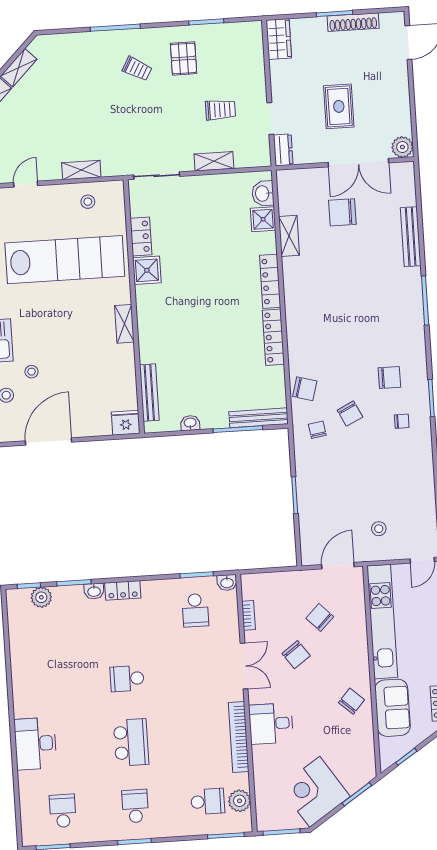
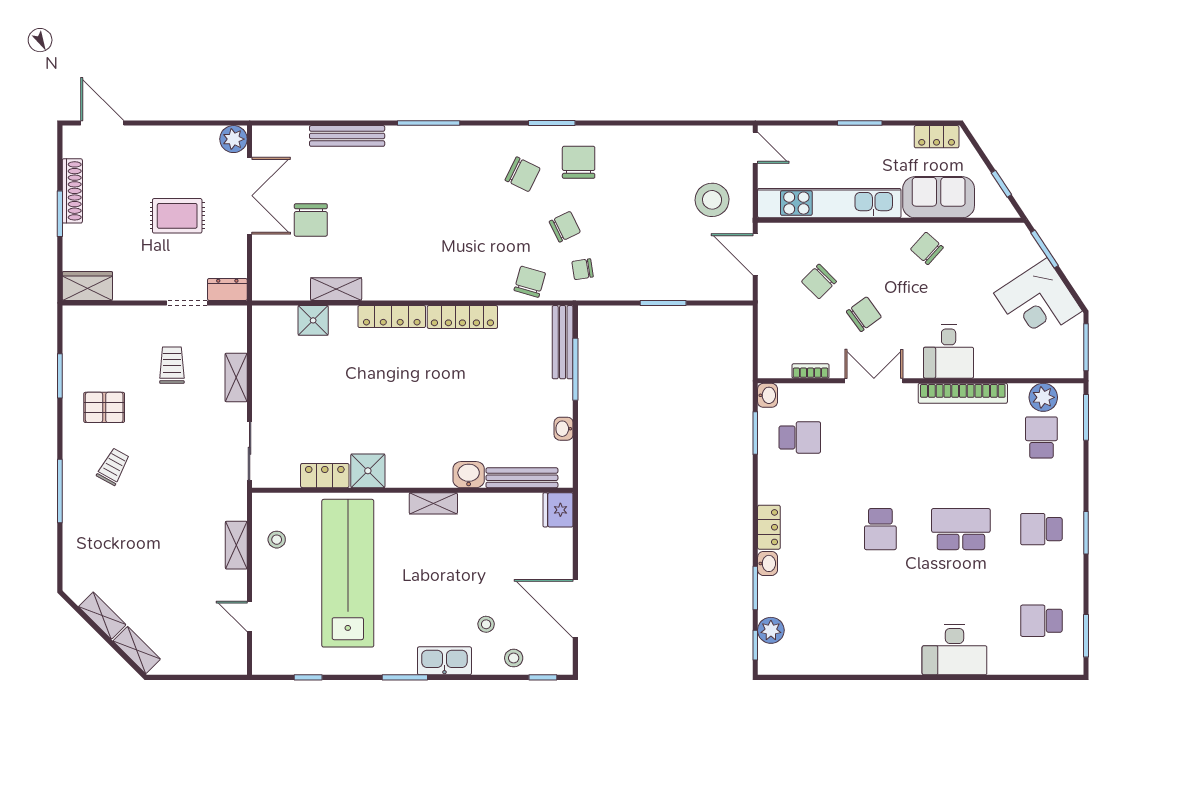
washbasin: (263, 193) -> (469, 475), moved, turned 180
chair: (389, 377) -> (523, 174), turned 116
chair: (402, 421) -> (579, 162), width x1.87, depth x1.87
stool: (379, 529) -> (712, 200), width x1.89, depth x1.89

